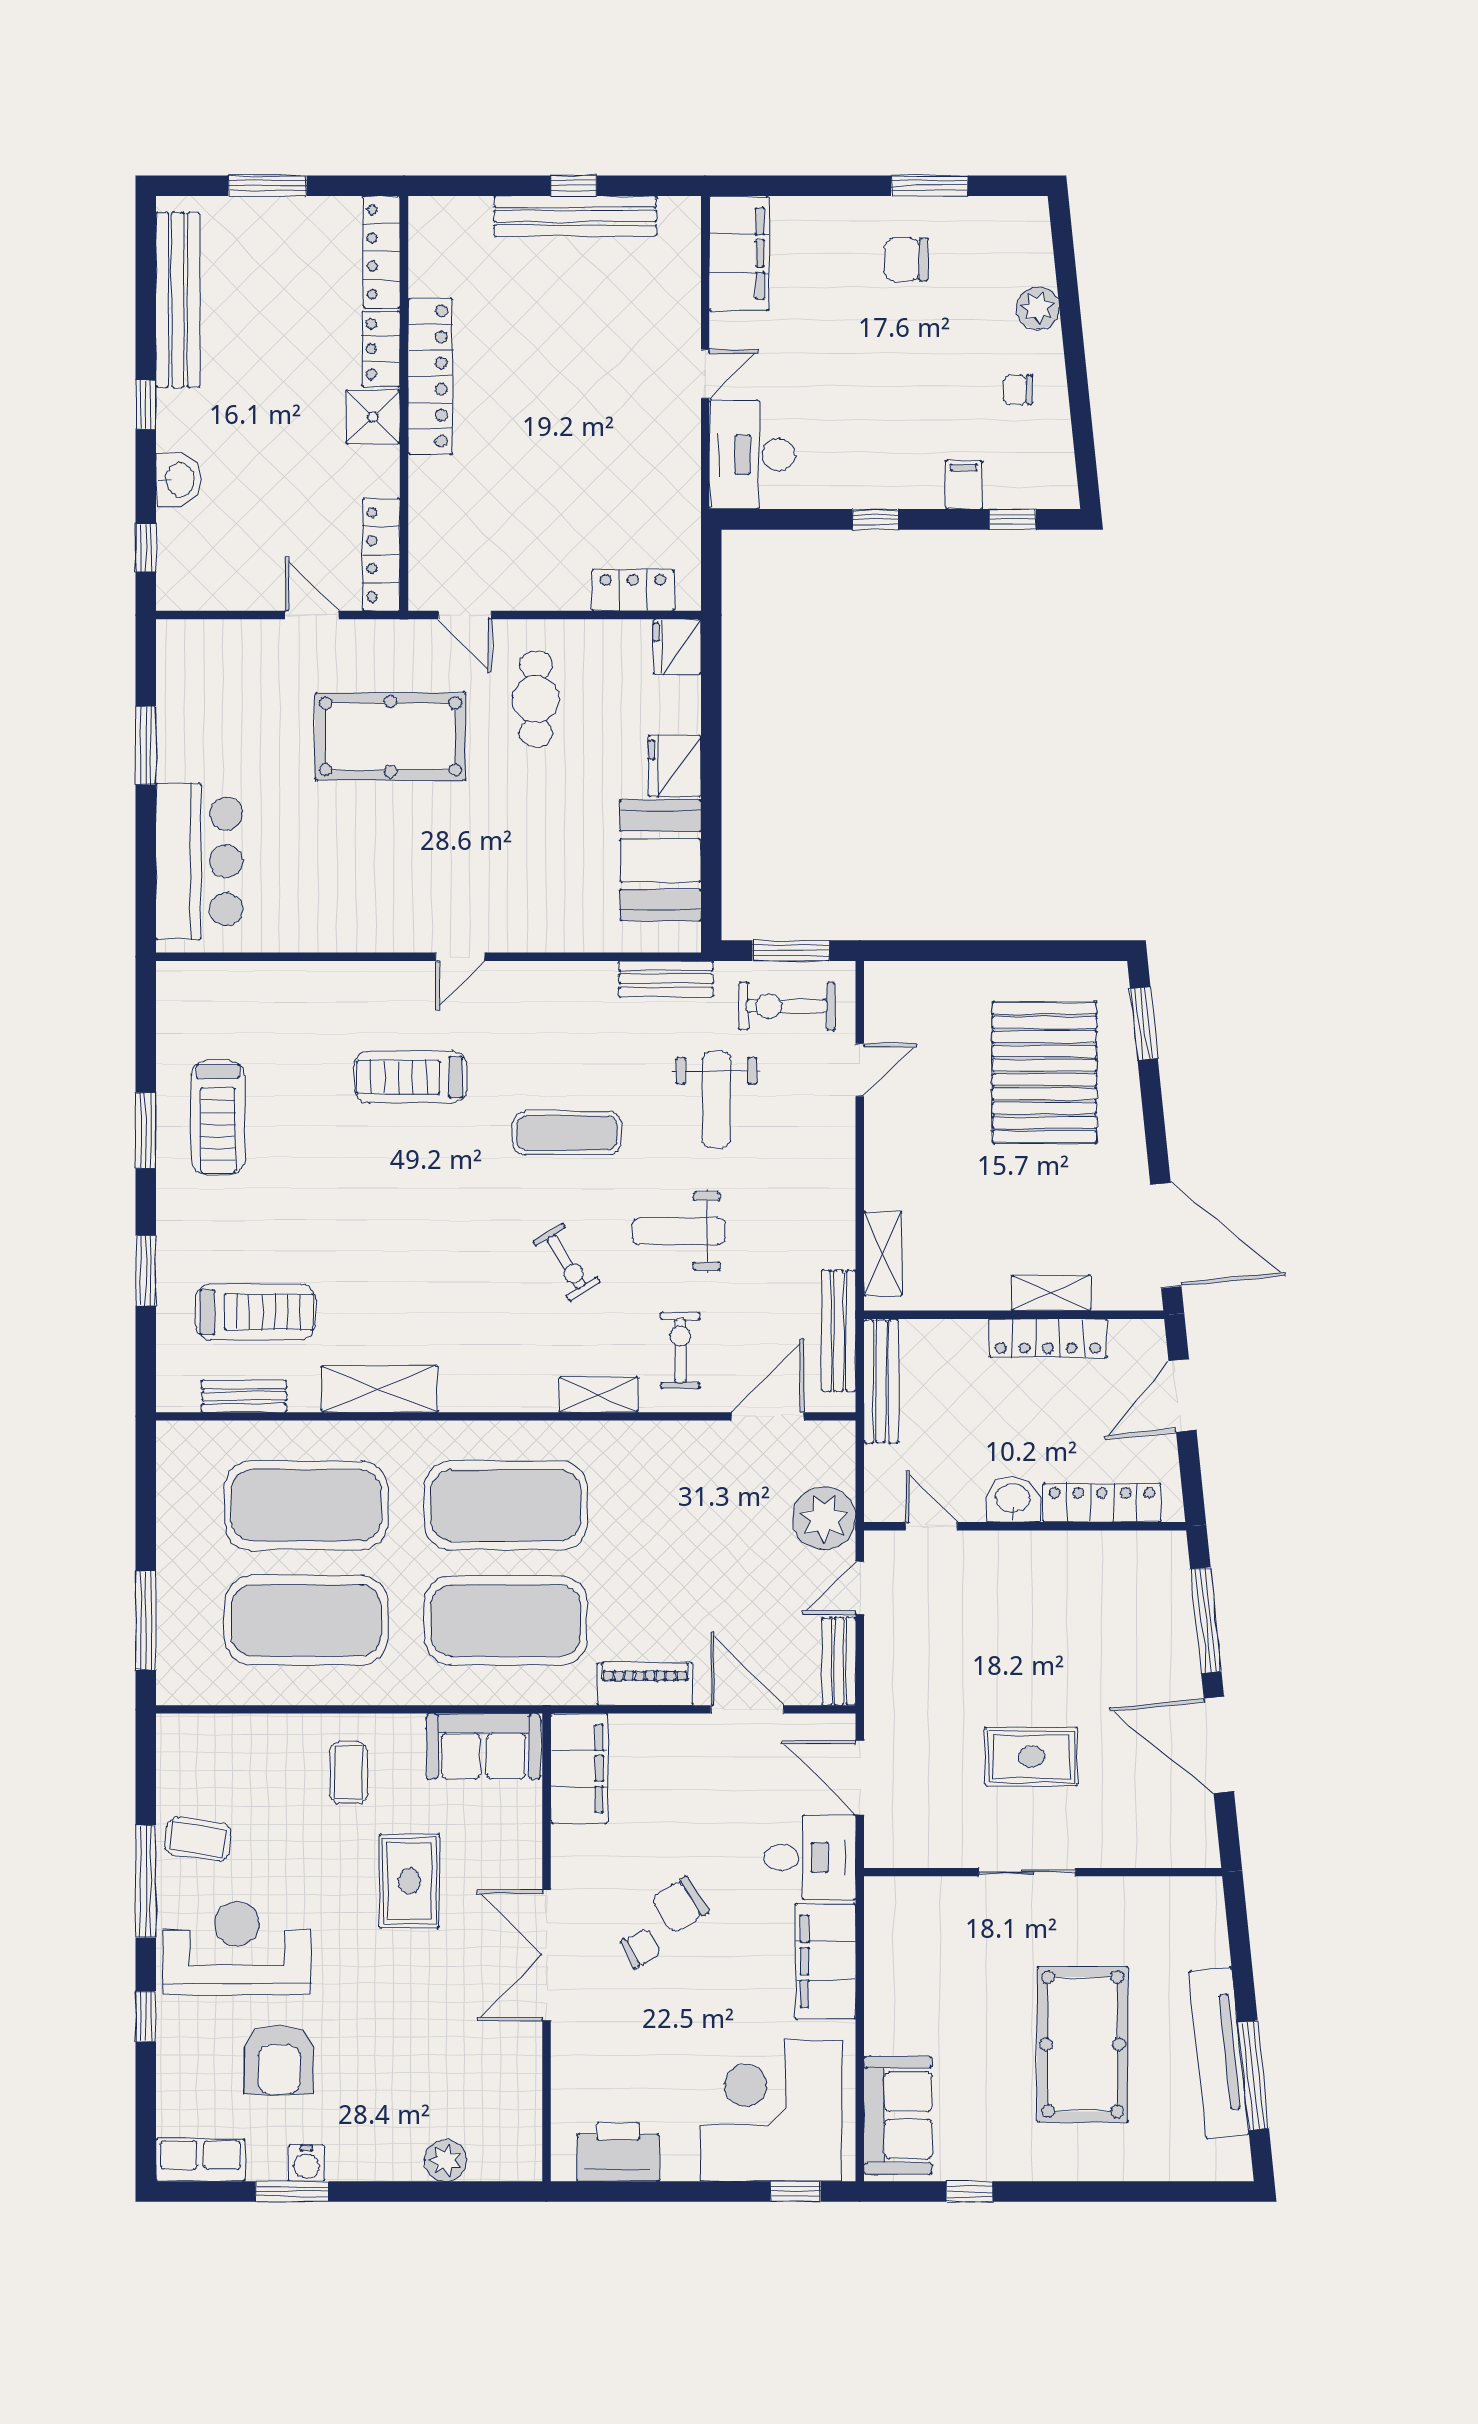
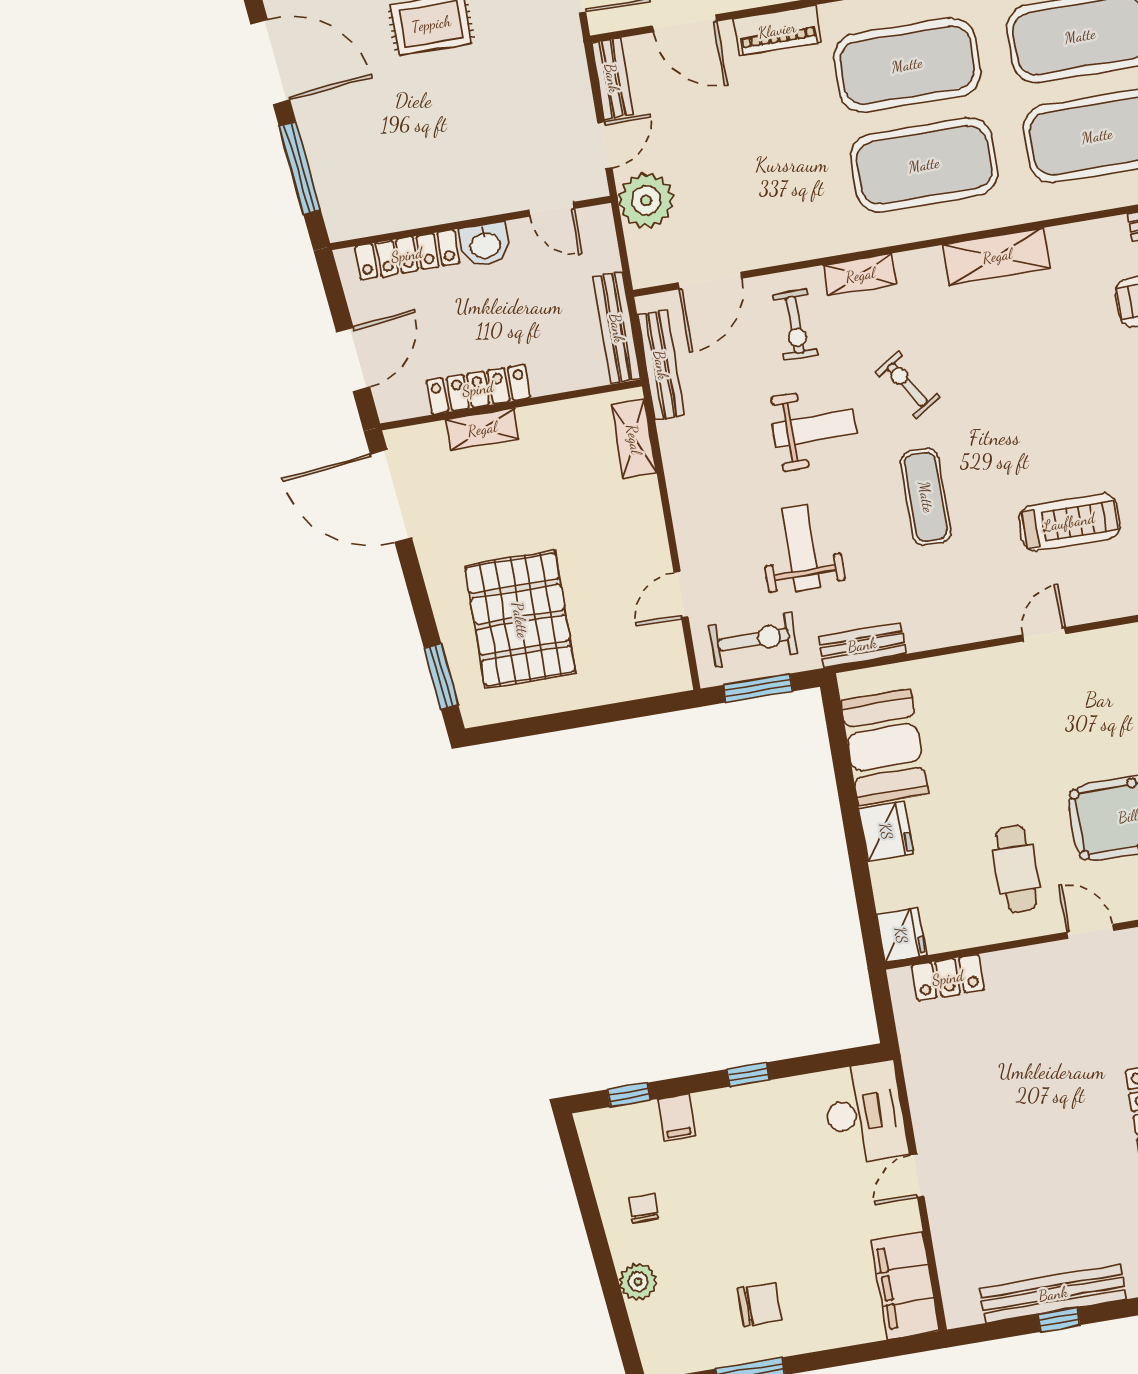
chair: (1018, 390) -> (643, 1208), turned -90
exercise mat: (567, 1133) -> (926, 497), turned 90
shelving: (380, 1389) -> (997, 256), moved

